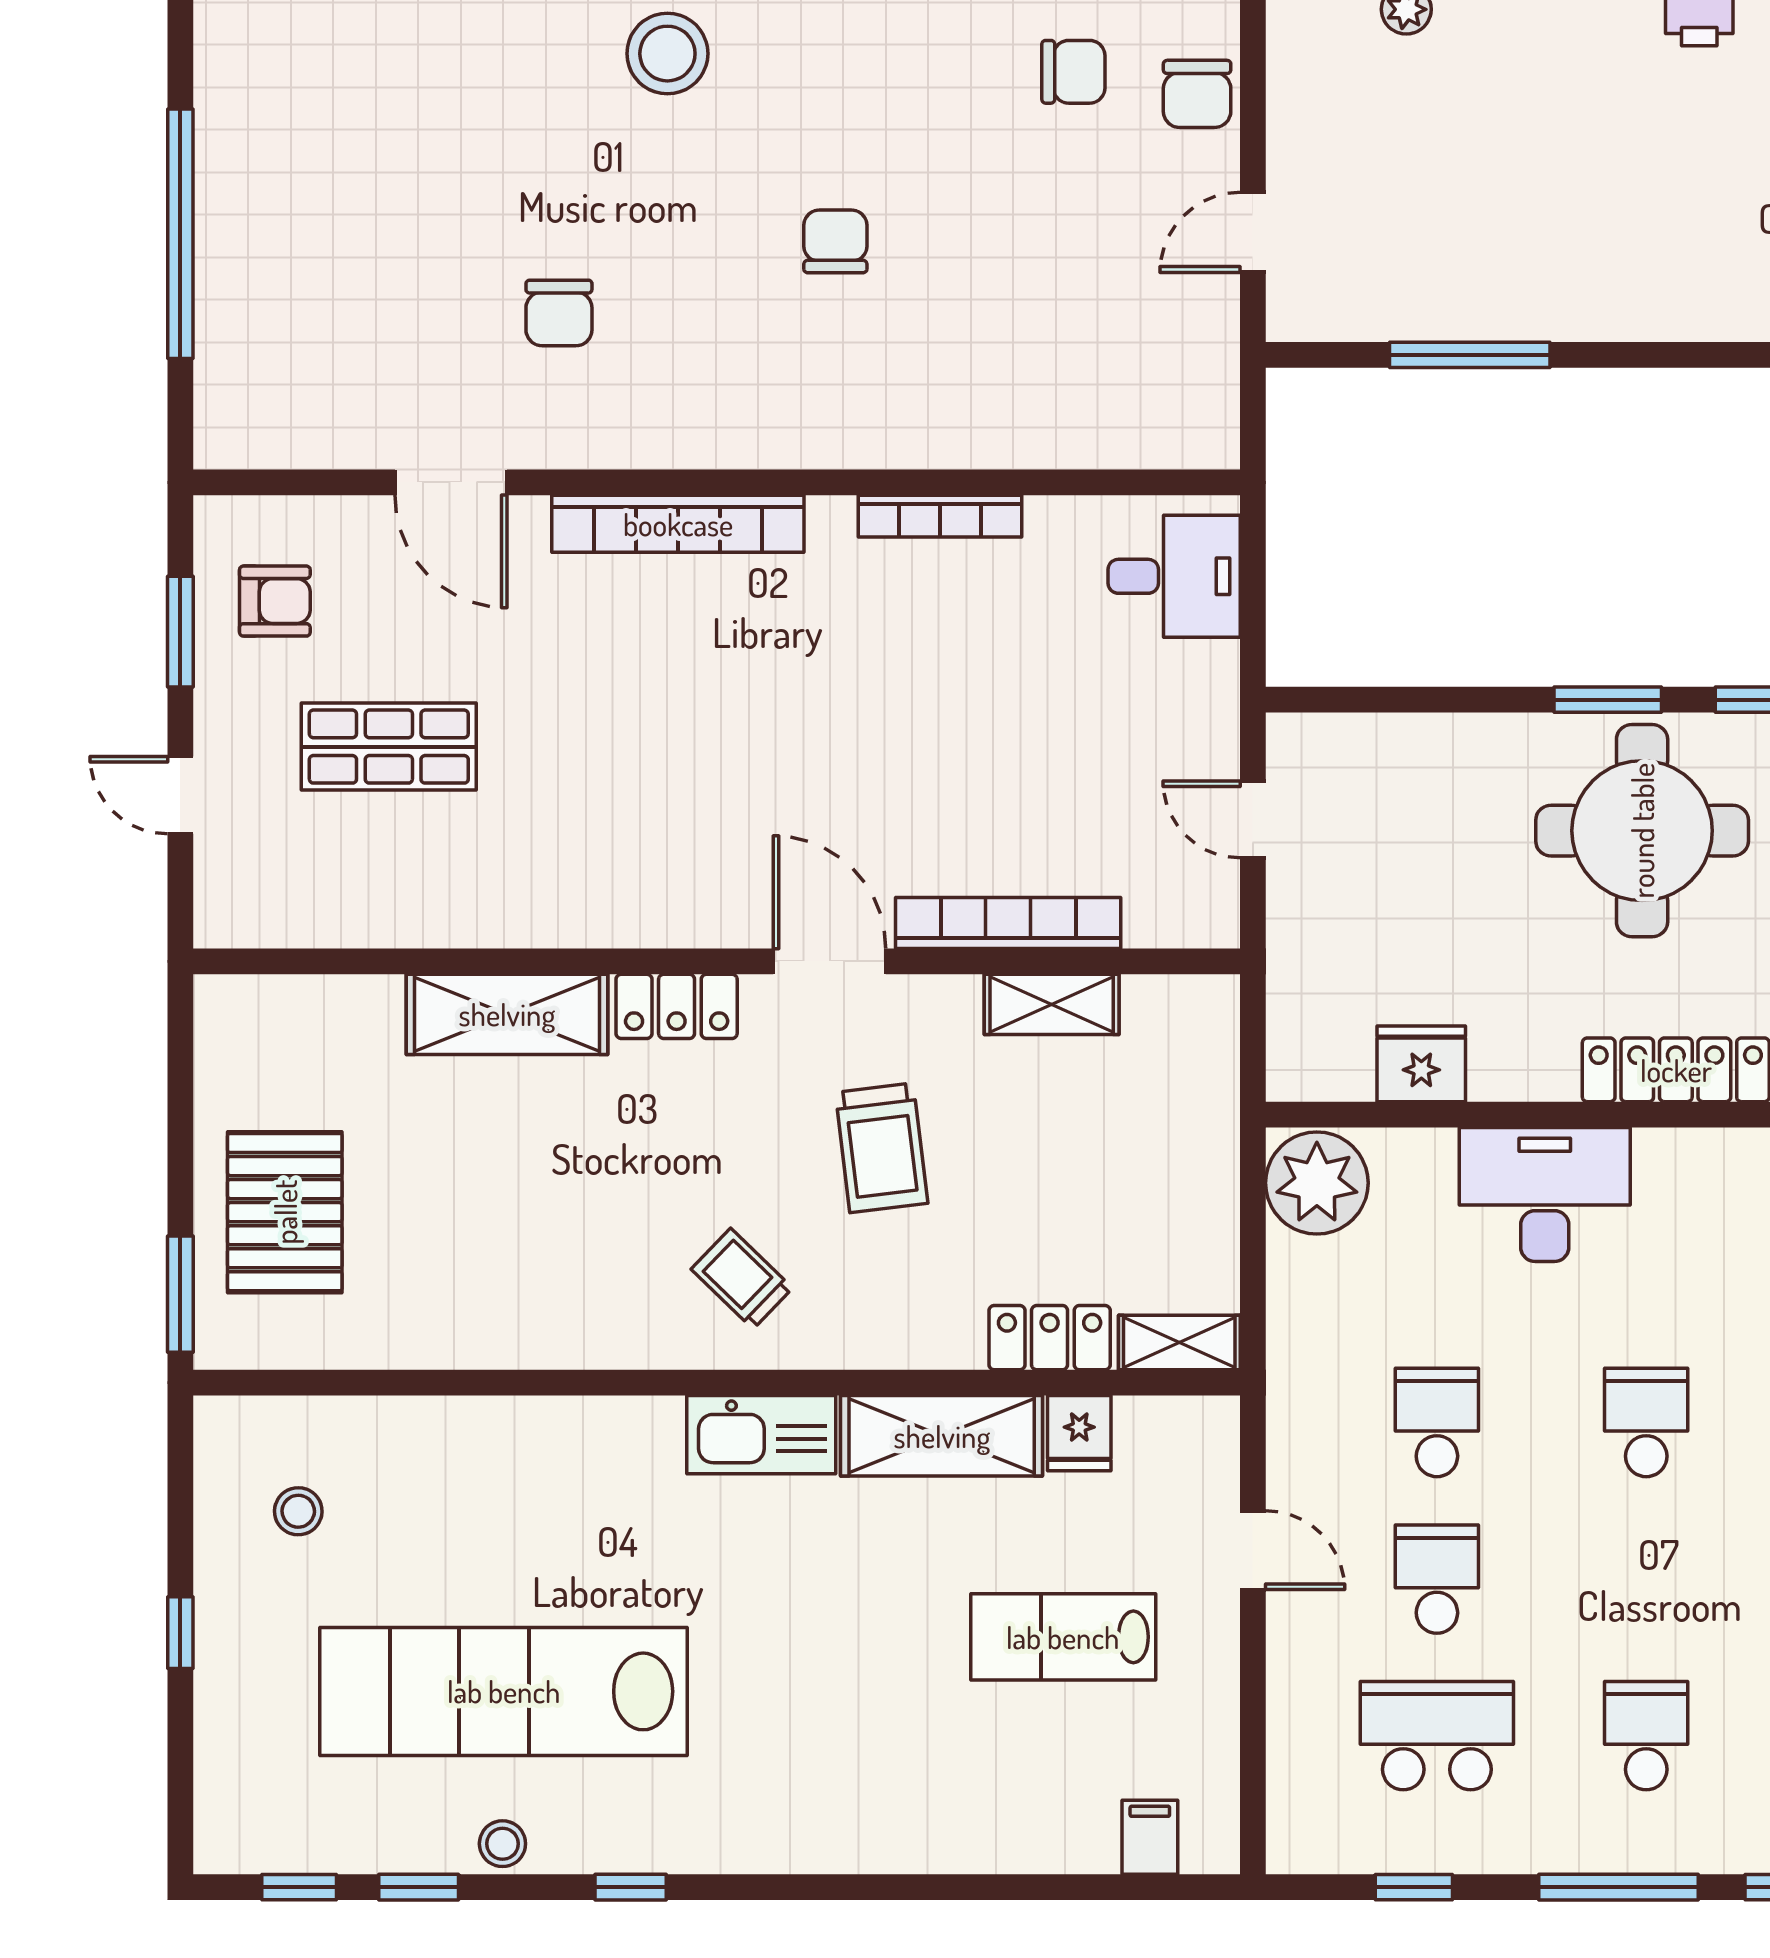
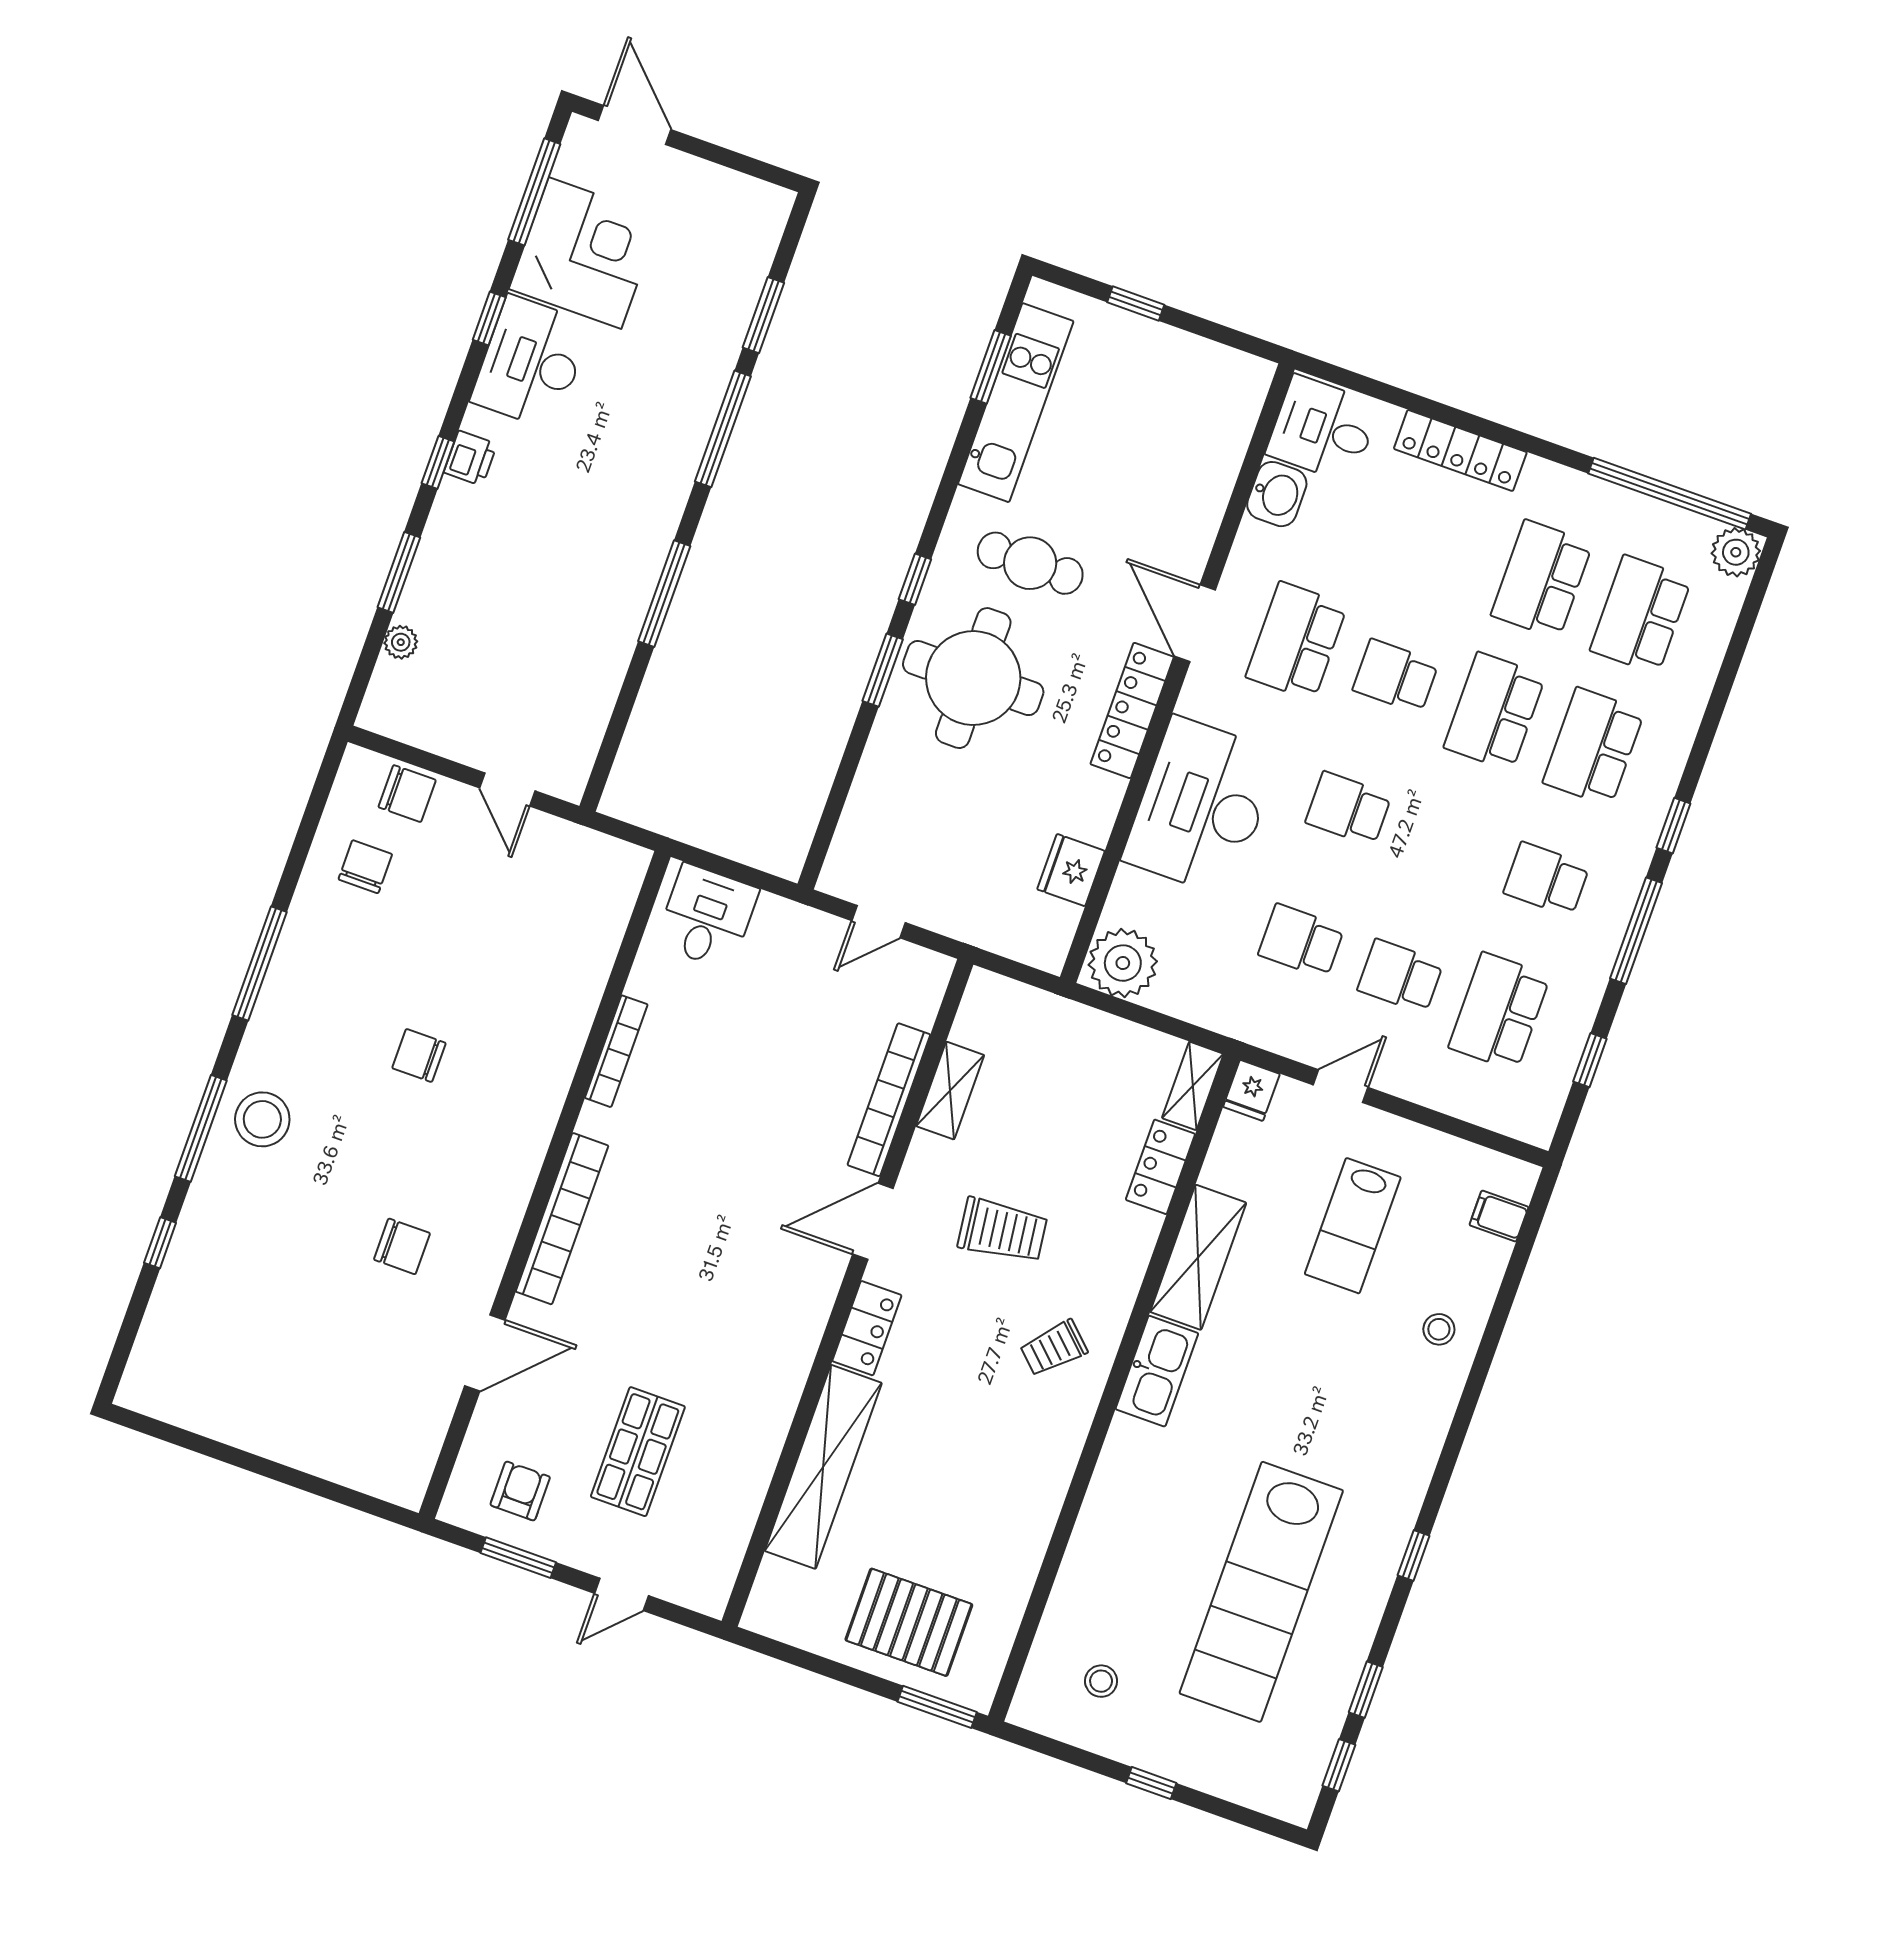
window: (180, 234) -> (267, 1468), removed
window: (1470, 355) -> (664, 594), moved
shelving: (507, 1014) -> (823, 1467), width x1.47
desk: (1545, 1194) -> (1201, 806), width x1.36, depth x1.30
fridge: (1079, 1433) -> (1251, 1090), moved, turned 90
stool: (502, 1844) -> (1439, 1329), moved

